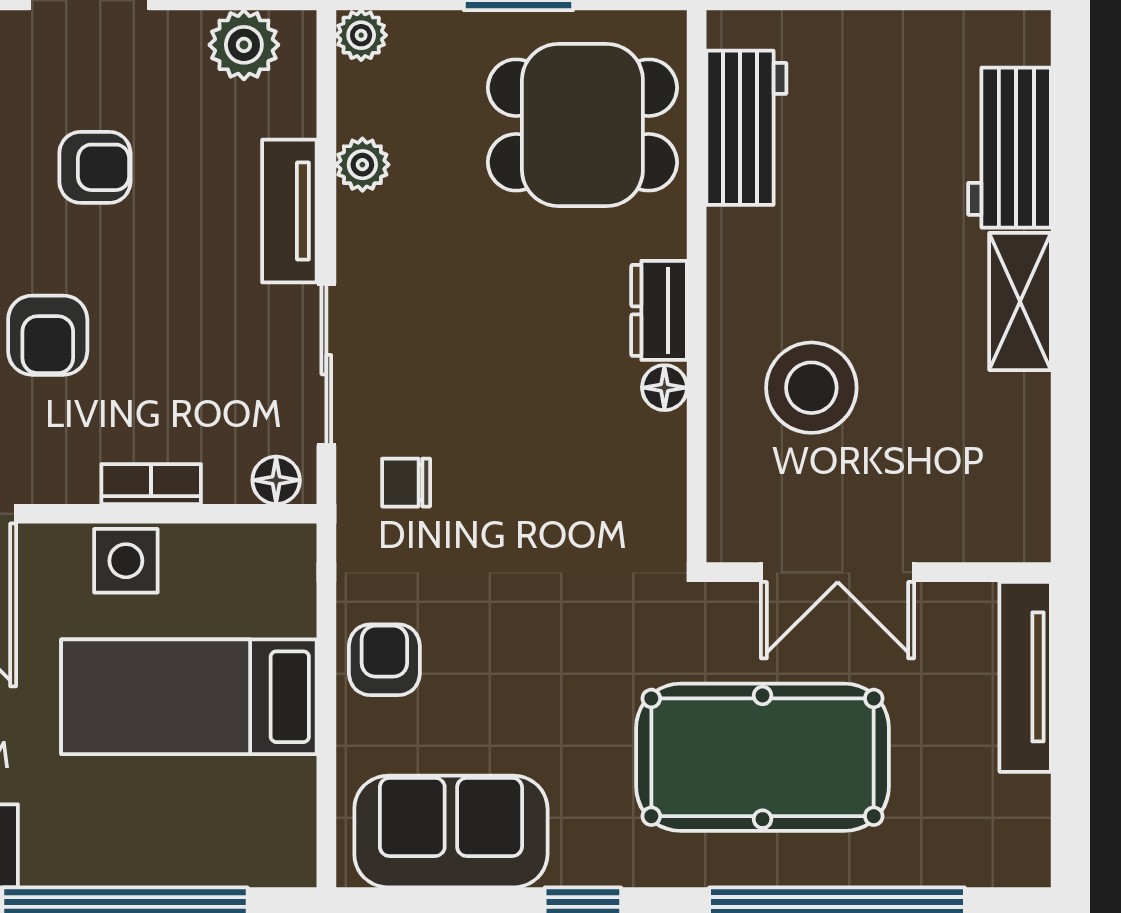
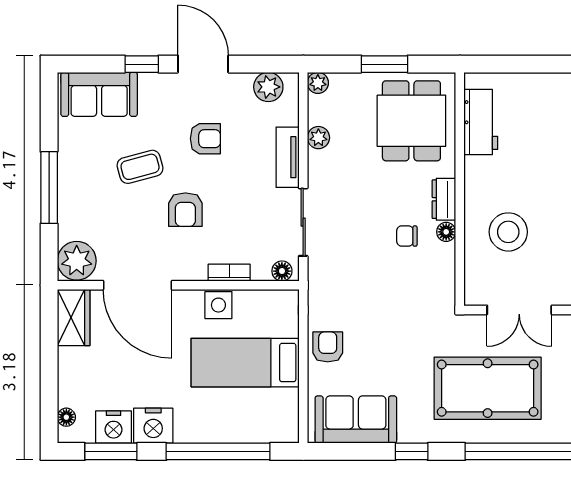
dining table: (582, 125) -> (411, 121), turned 90
chair: (406, 483) -> (407, 236), moved

